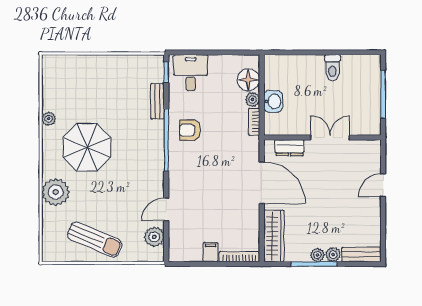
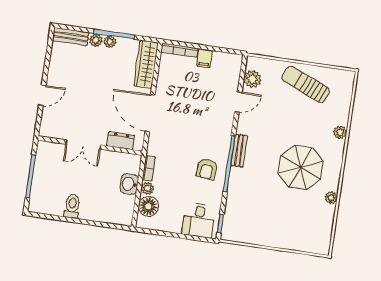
bench: (157, 101) -> (239, 151), moved
armchair: (190, 130) -> (207, 169), turned 95
plant: (56, 192) -> (340, 132), width x0.53, depth x0.53

